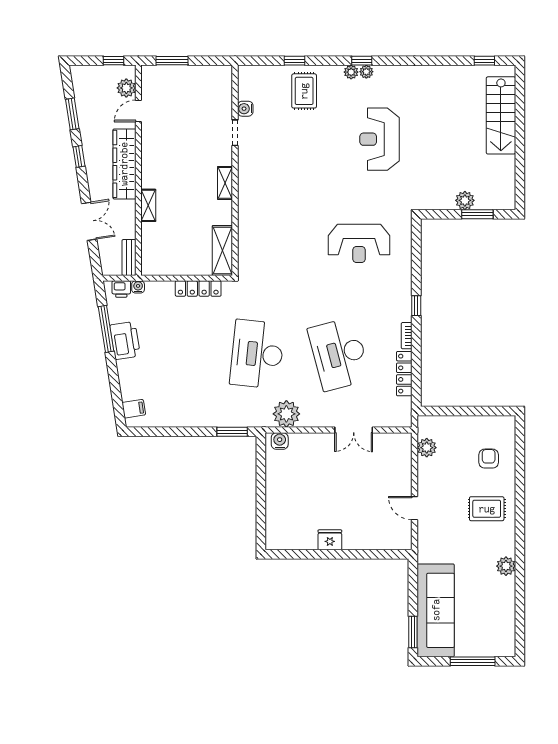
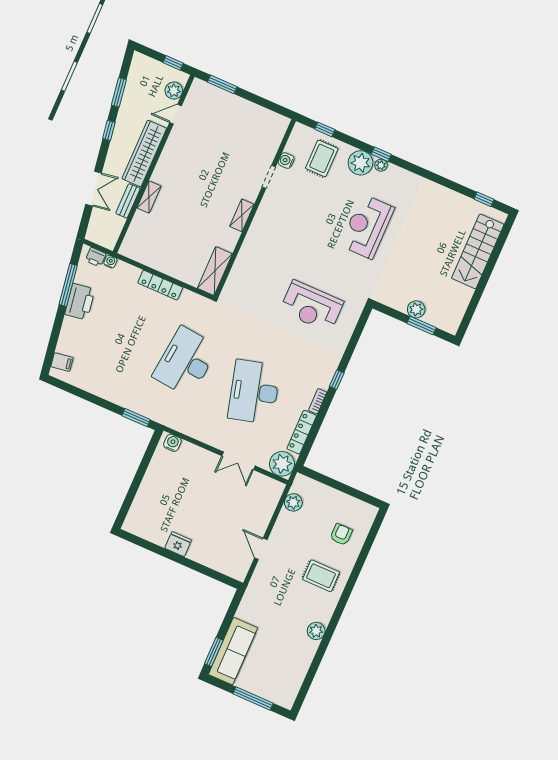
plant: (351, 72) -> (361, 163), width x1.87, depth x1.87
water cooler: (245, 109) -> (286, 161), moved
doorway: (235, 133) -> (269, 177), moved
wall: (235, 170) -> (255, 208), moved
shelving: (225, 183) -> (242, 215), moved
shelving: (222, 250) -> (215, 271), moved
bench: (129, 257) -> (128, 201), moved
plant: (286, 414) -> (282, 464), moved
sofa: (436, 610) -> (233, 651), width x0.74, depth x0.79

